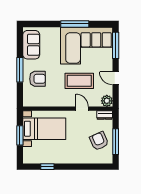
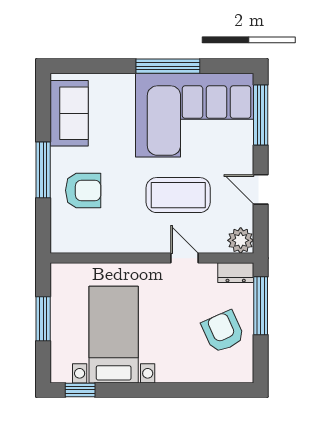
bed with nightstands: (44, 129) -> (114, 335), moved, turned -90
window: (116, 142) -> (261, 306), moved
window: (47, 167) -> (80, 390), moved

